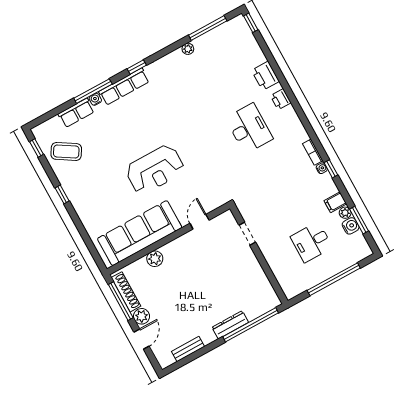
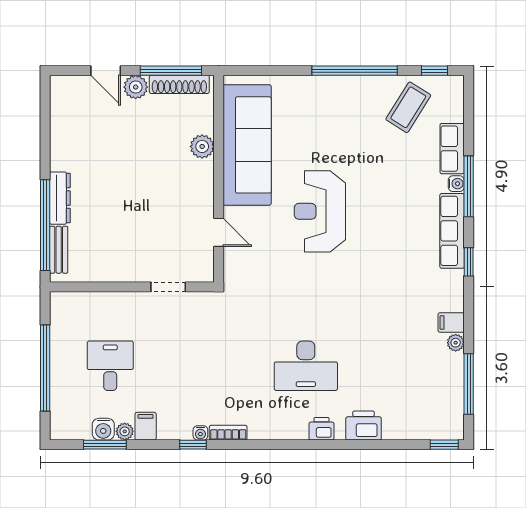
filing cabinet: (178, 58) -> (451, 322), added
window: (62, 194) -> (355, 71), width x3.17
bench: (188, 349) -> (59, 250), moved

